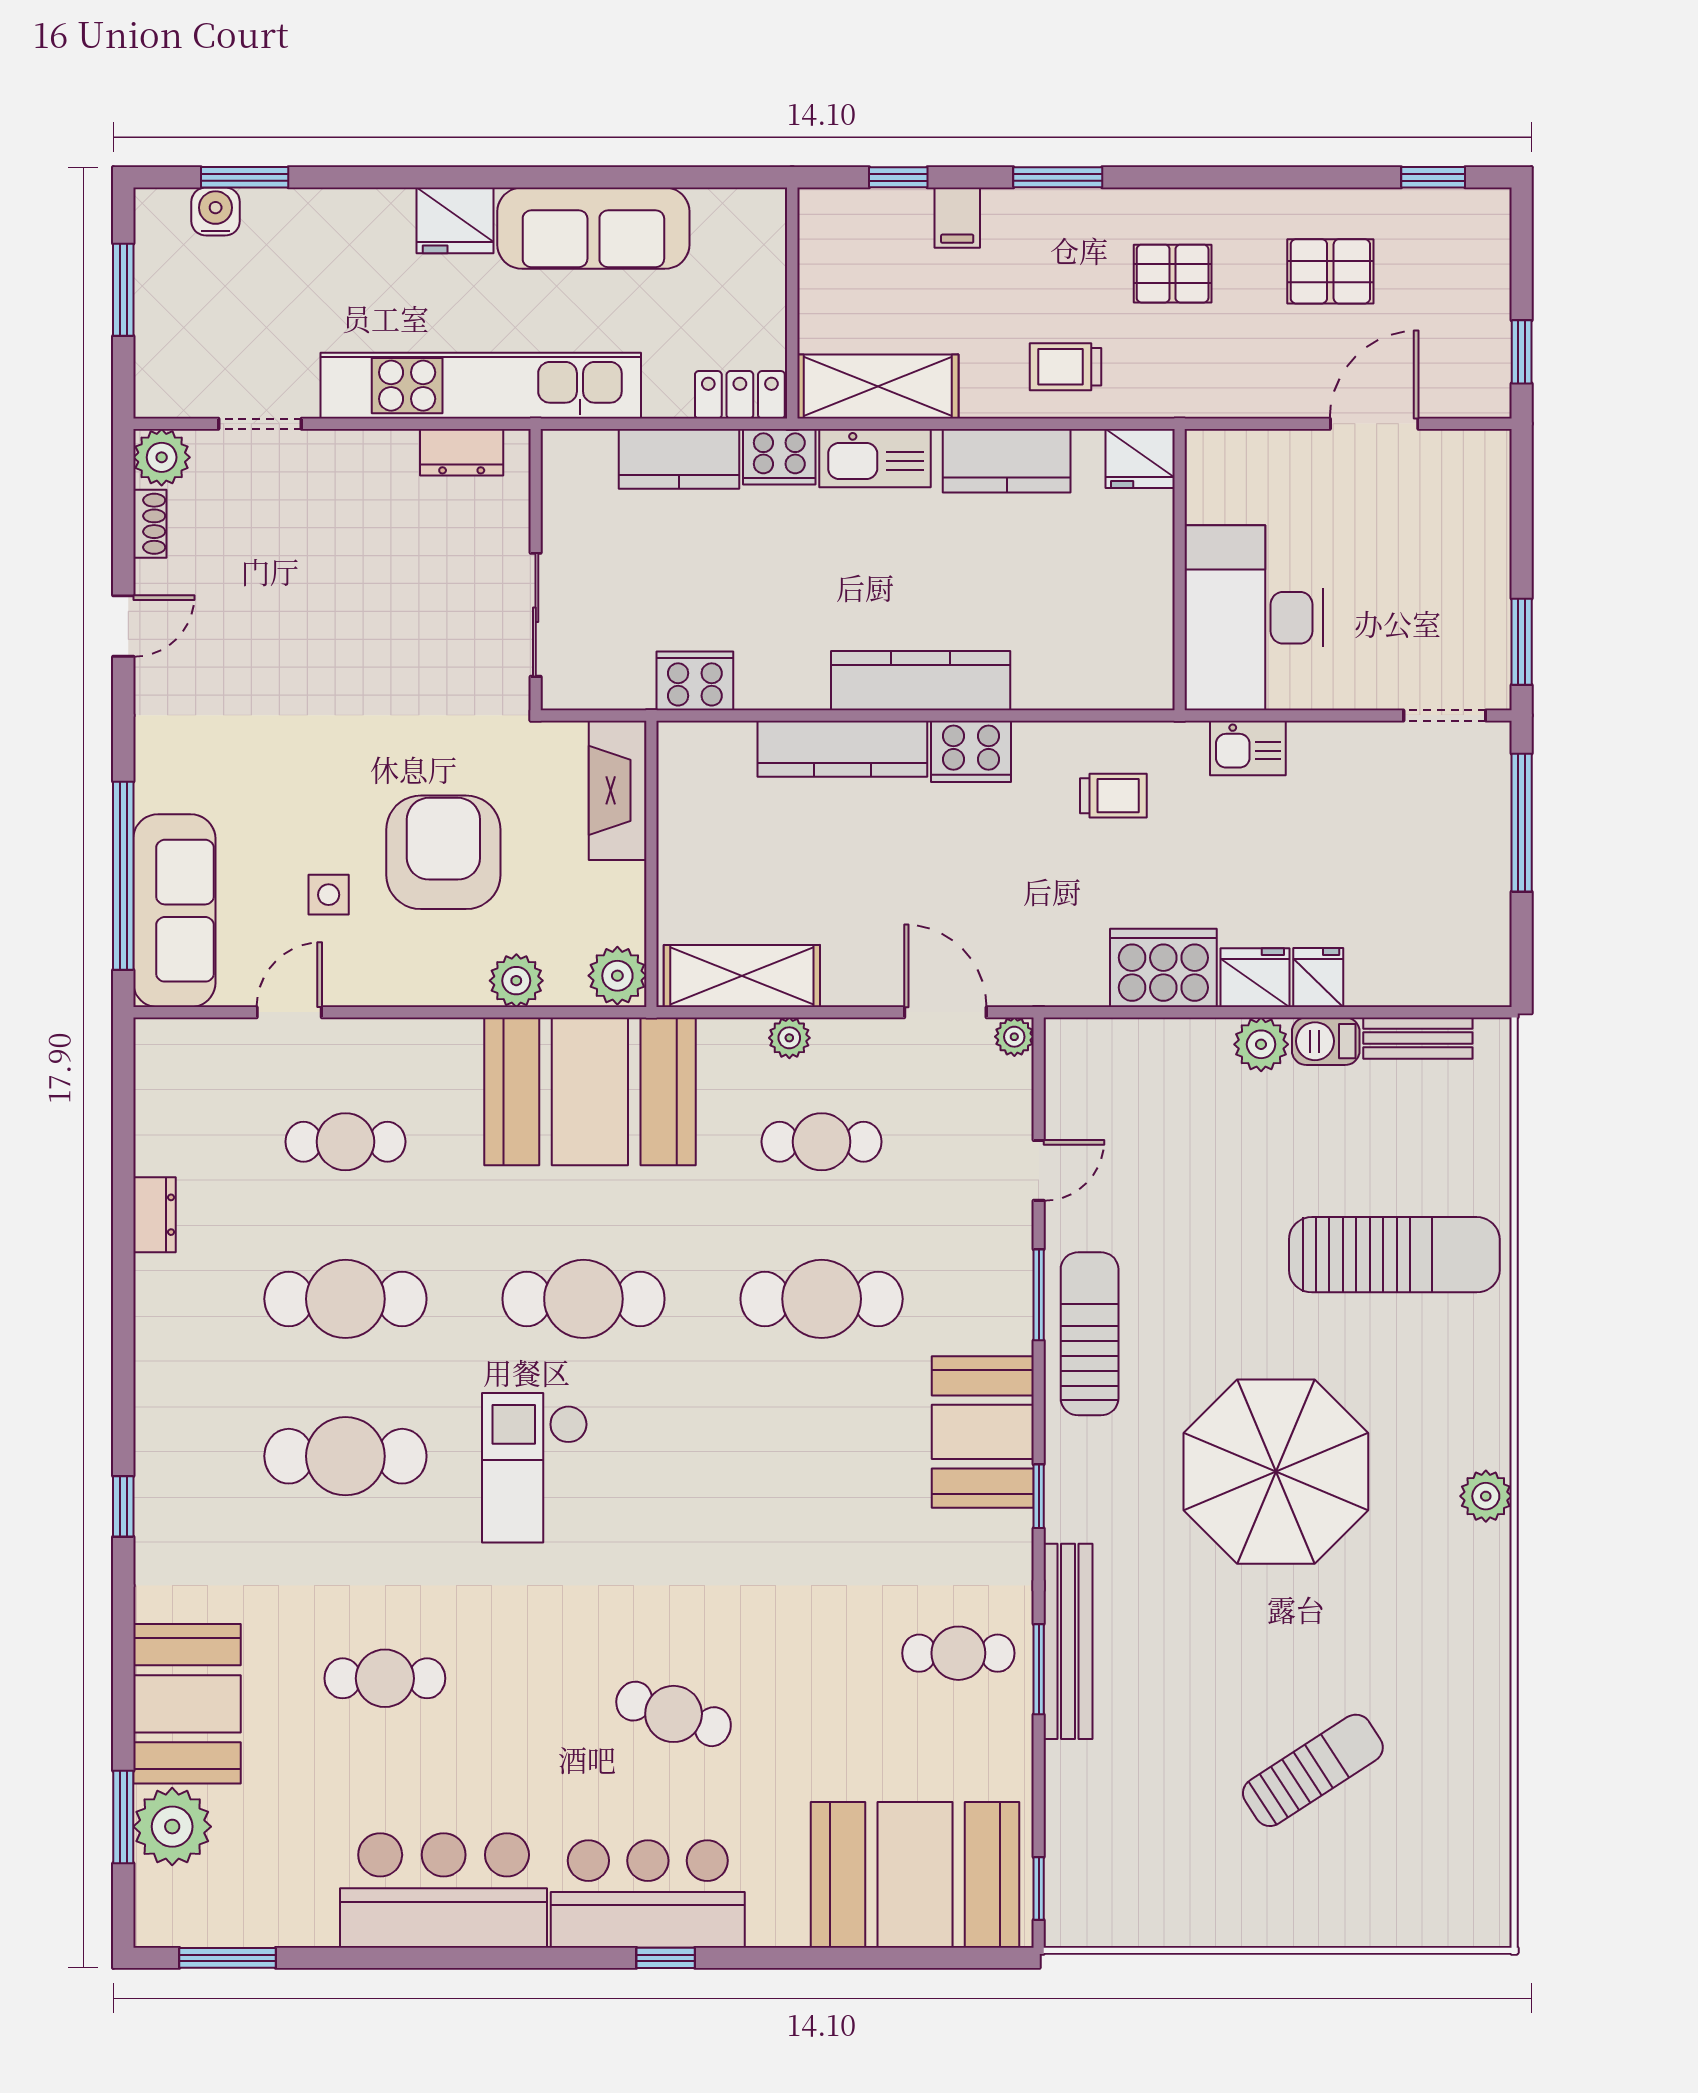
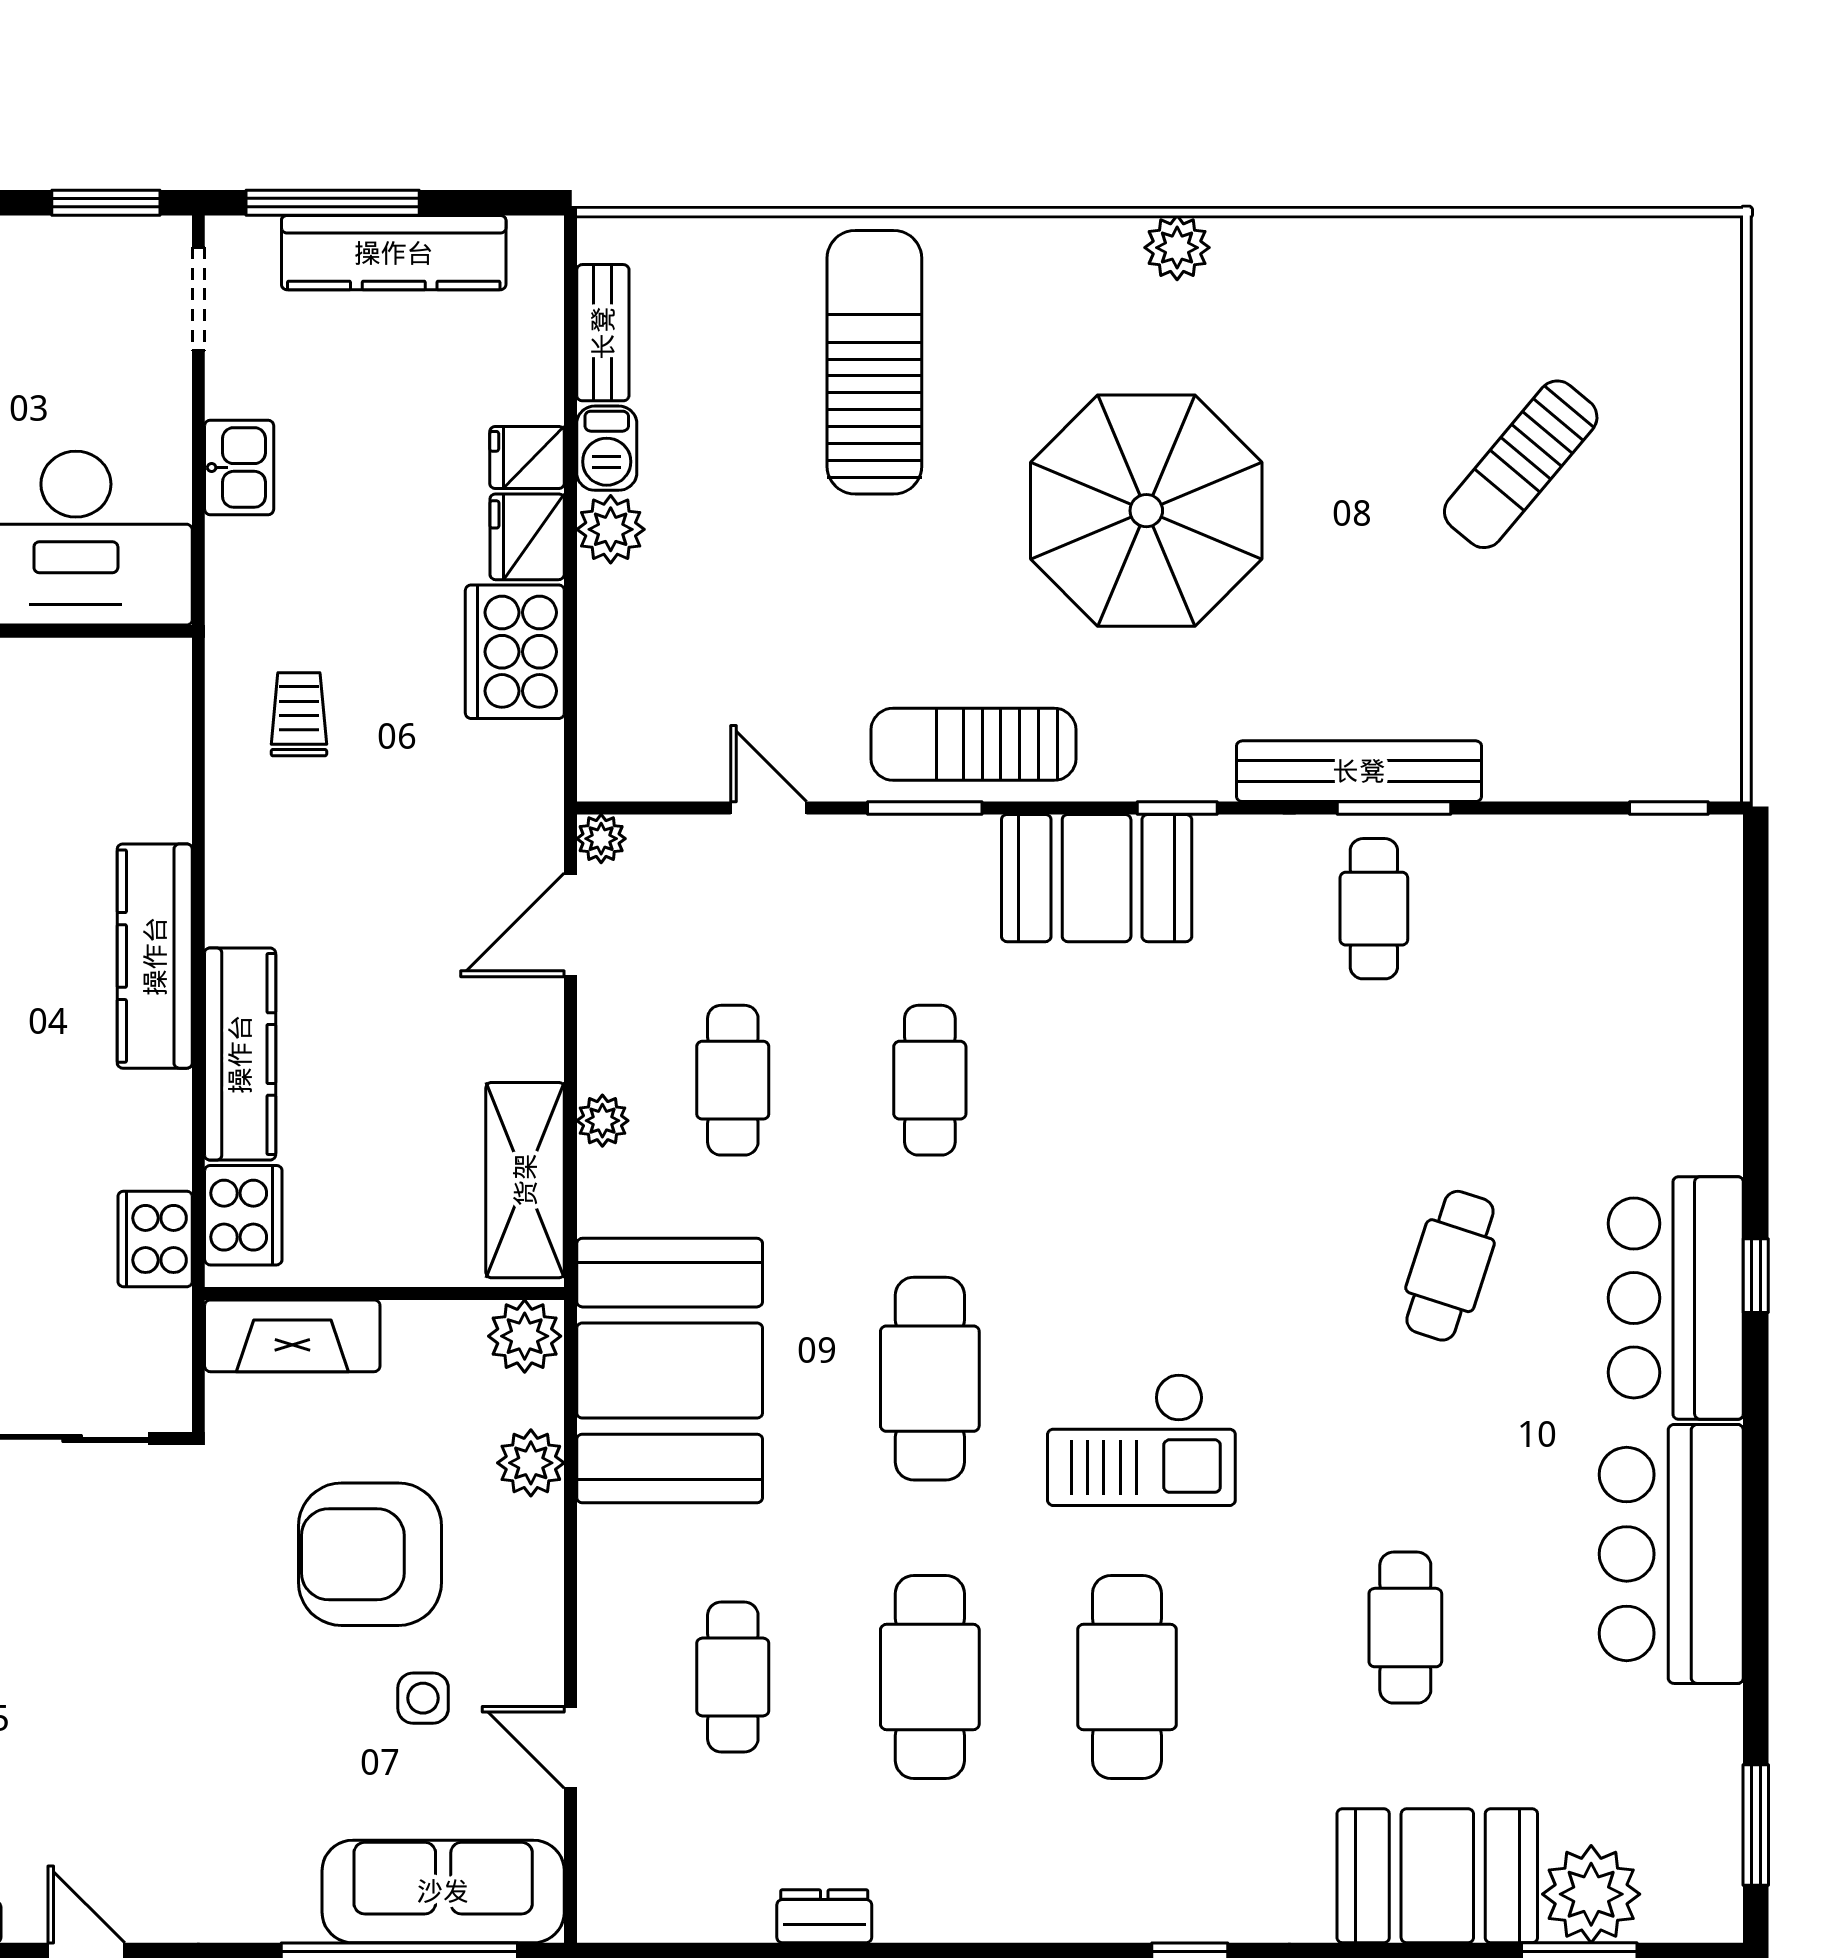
kitchen sink: (1248, 748) -> (239, 467), moved
cooker: (971, 751) -> (243, 1215), moved
kitchen counter: (1482, 871) -> (394, 253), added
cafe table: (822, 1299) -> (930, 1080), width x0.73, depth x0.74
sun lounger: (1313, 1770) -> (1521, 464), turned -107
booth: (915, 1875) -> (1652, 963), removed

